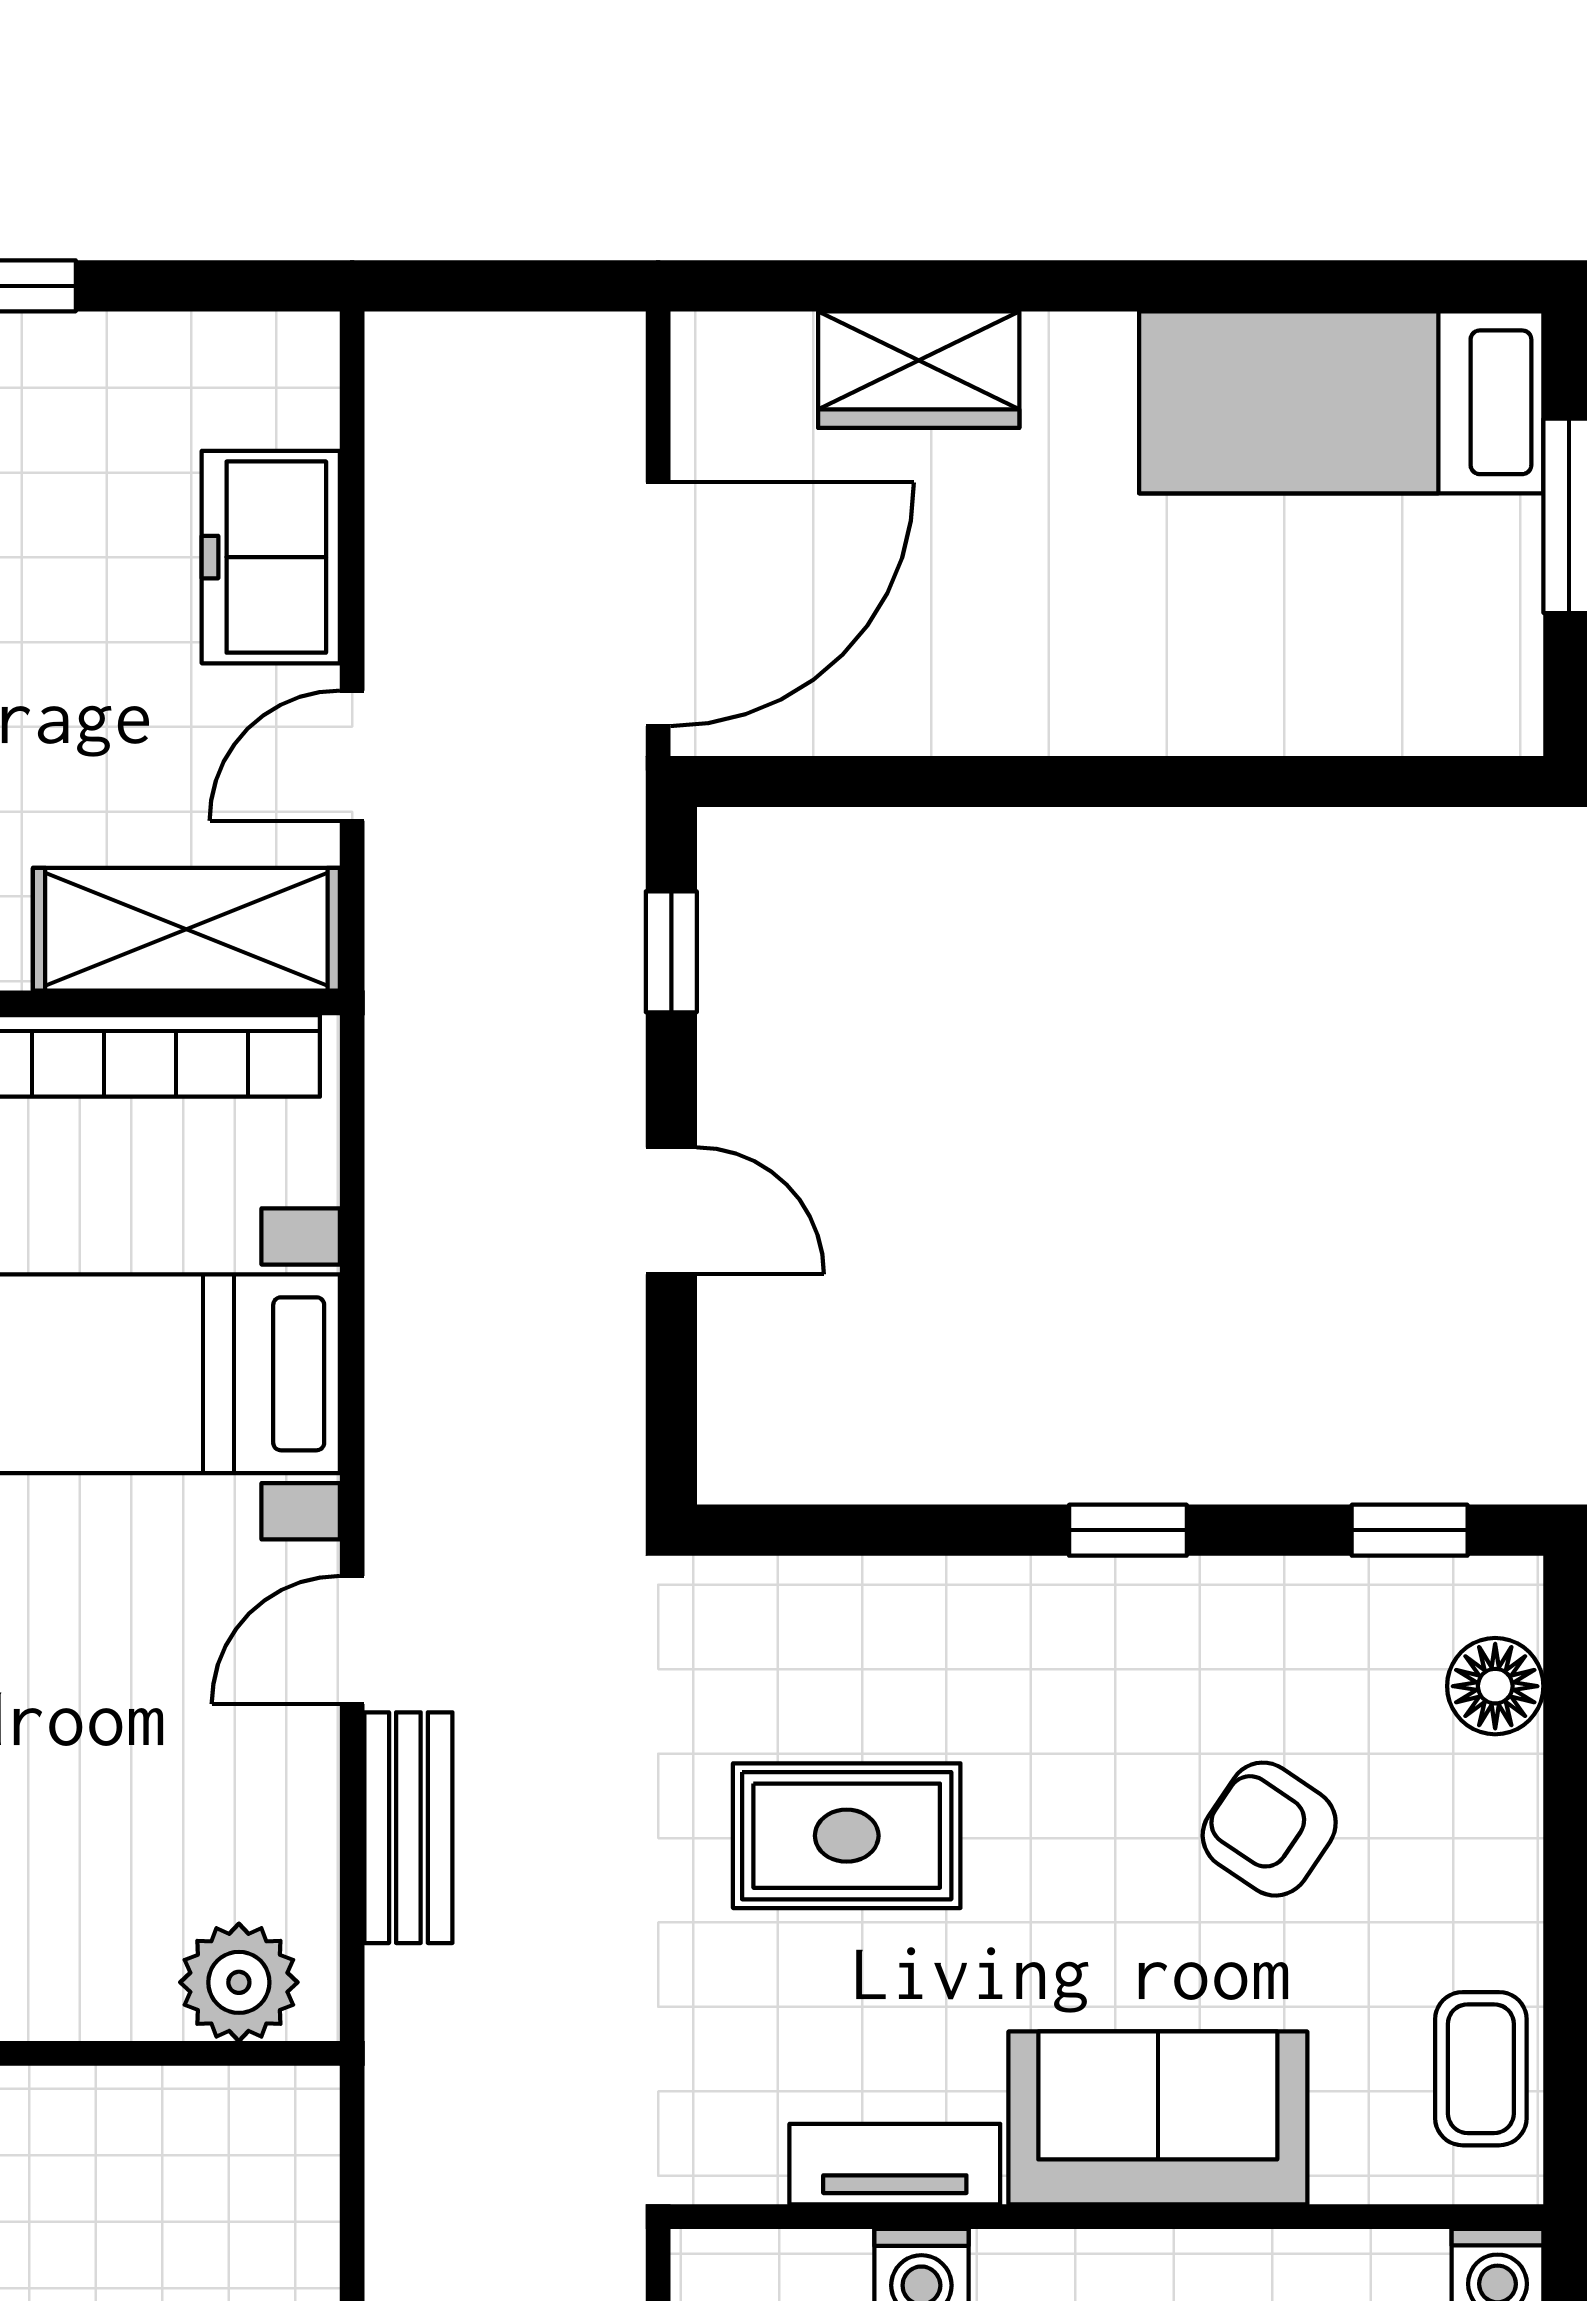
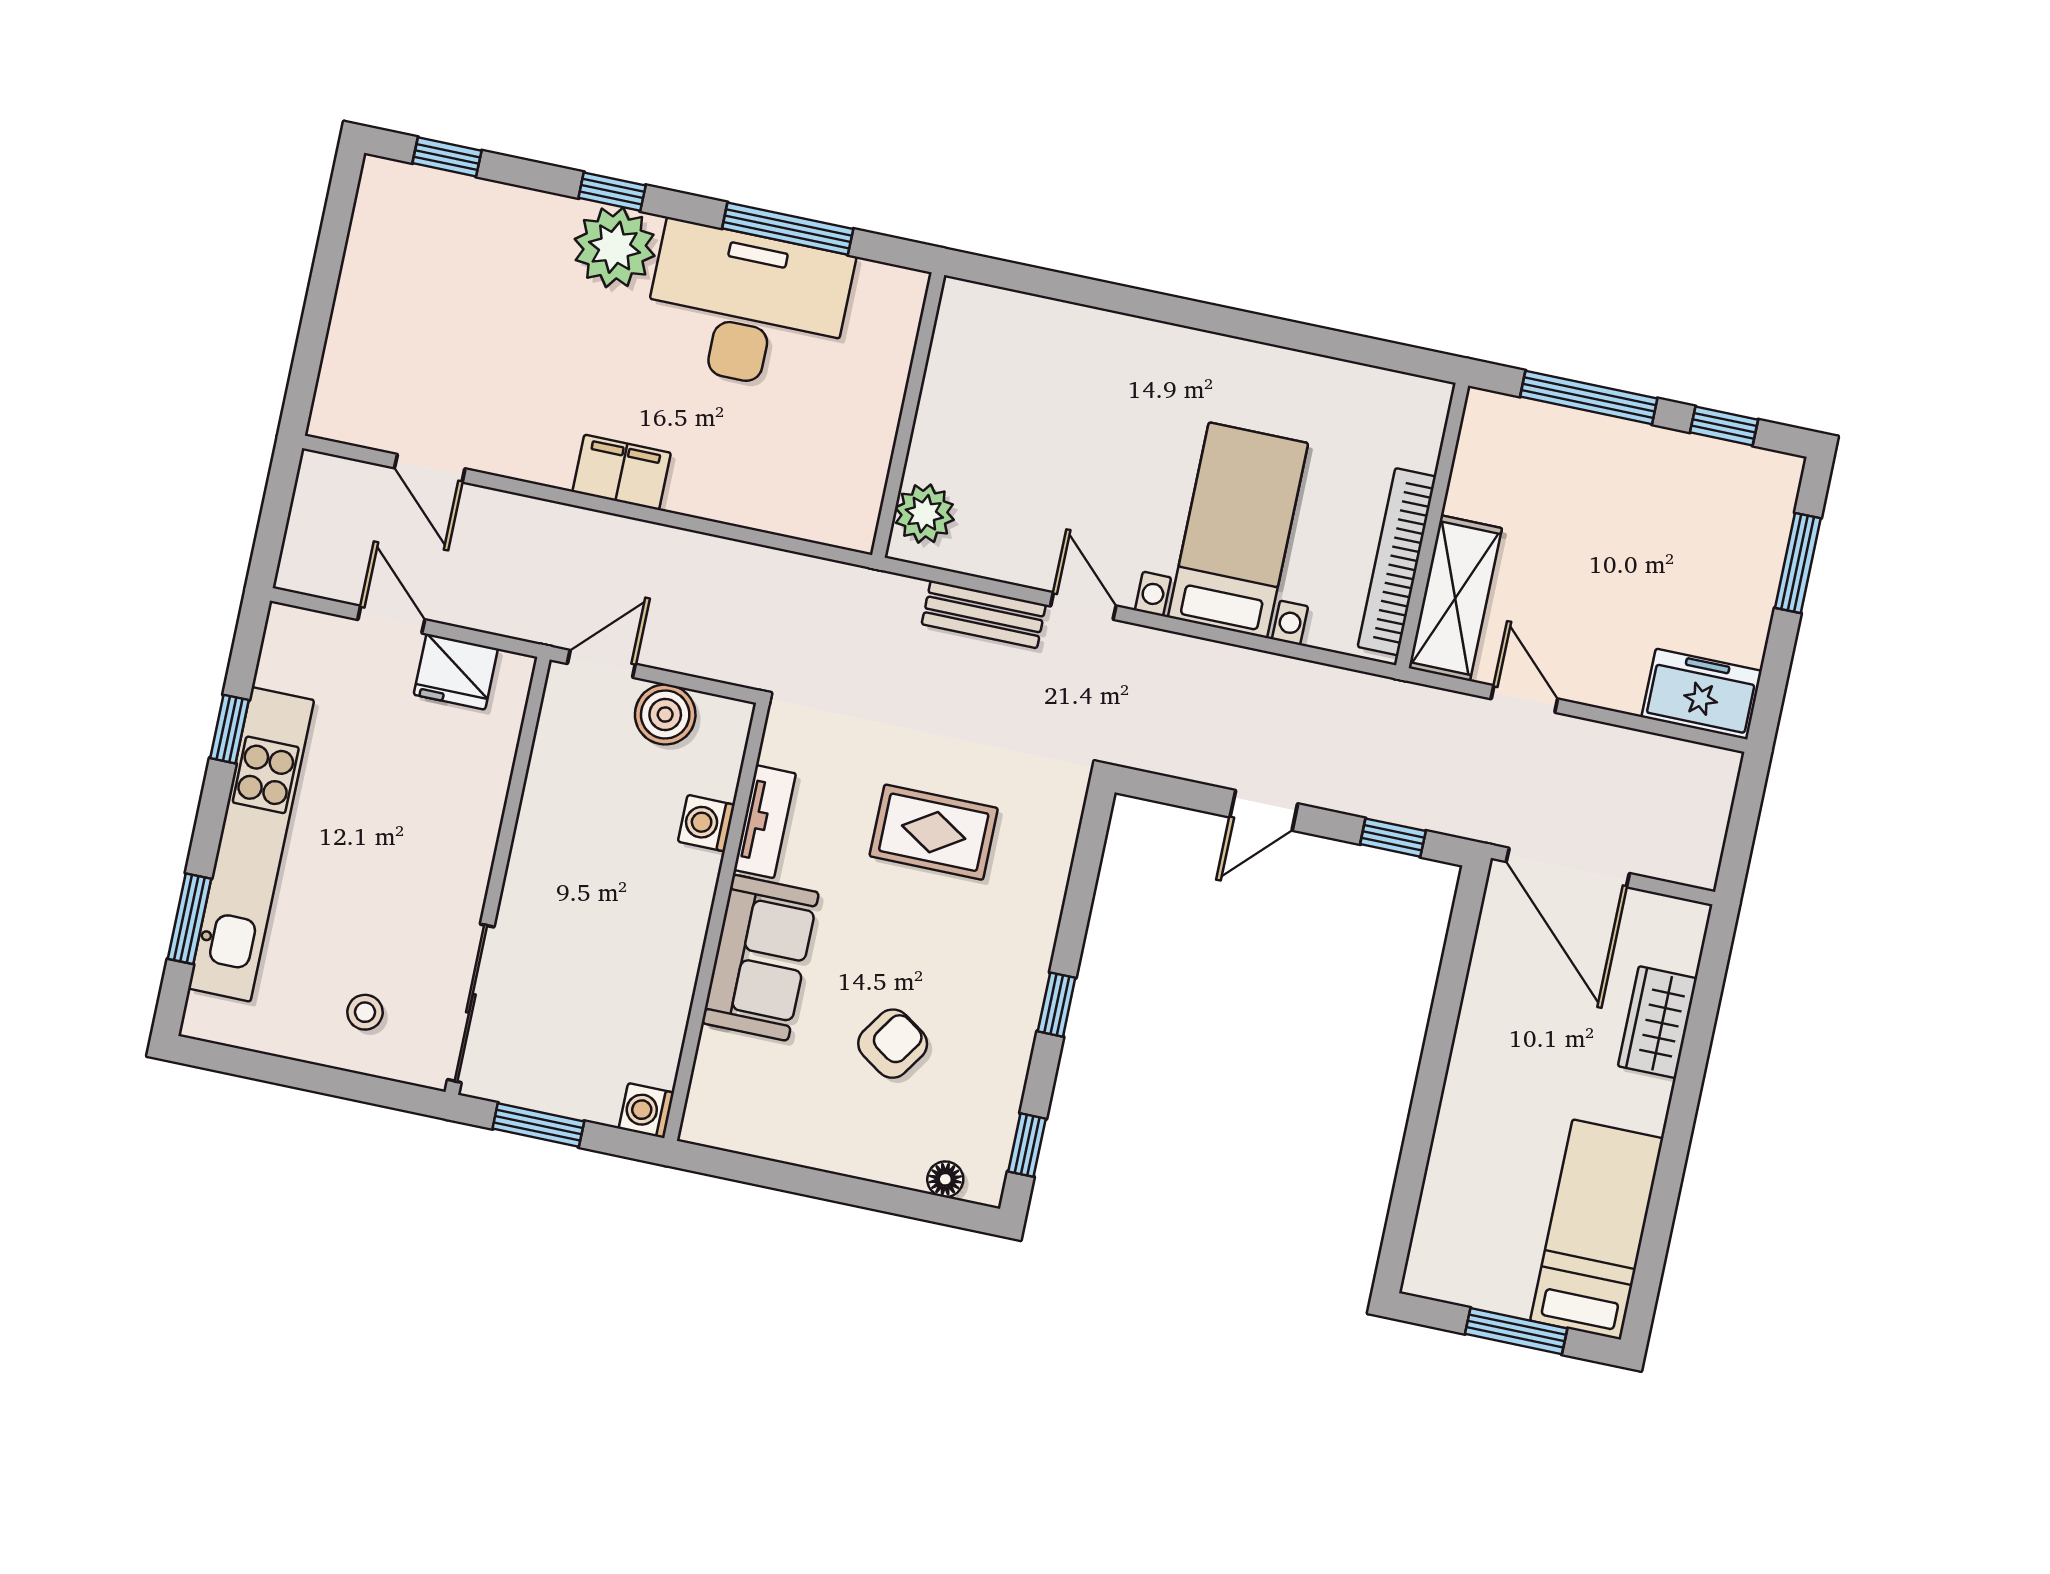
freezer: (271, 557) -> (1702, 694), moved
floor lamp: (1495, 1686) -> (945, 1179), width x0.73, depth x0.73
rug: (847, 1836) -> (934, 832), turned 90
coffee table: (1481, 2069) -> (751, 1124), removed

